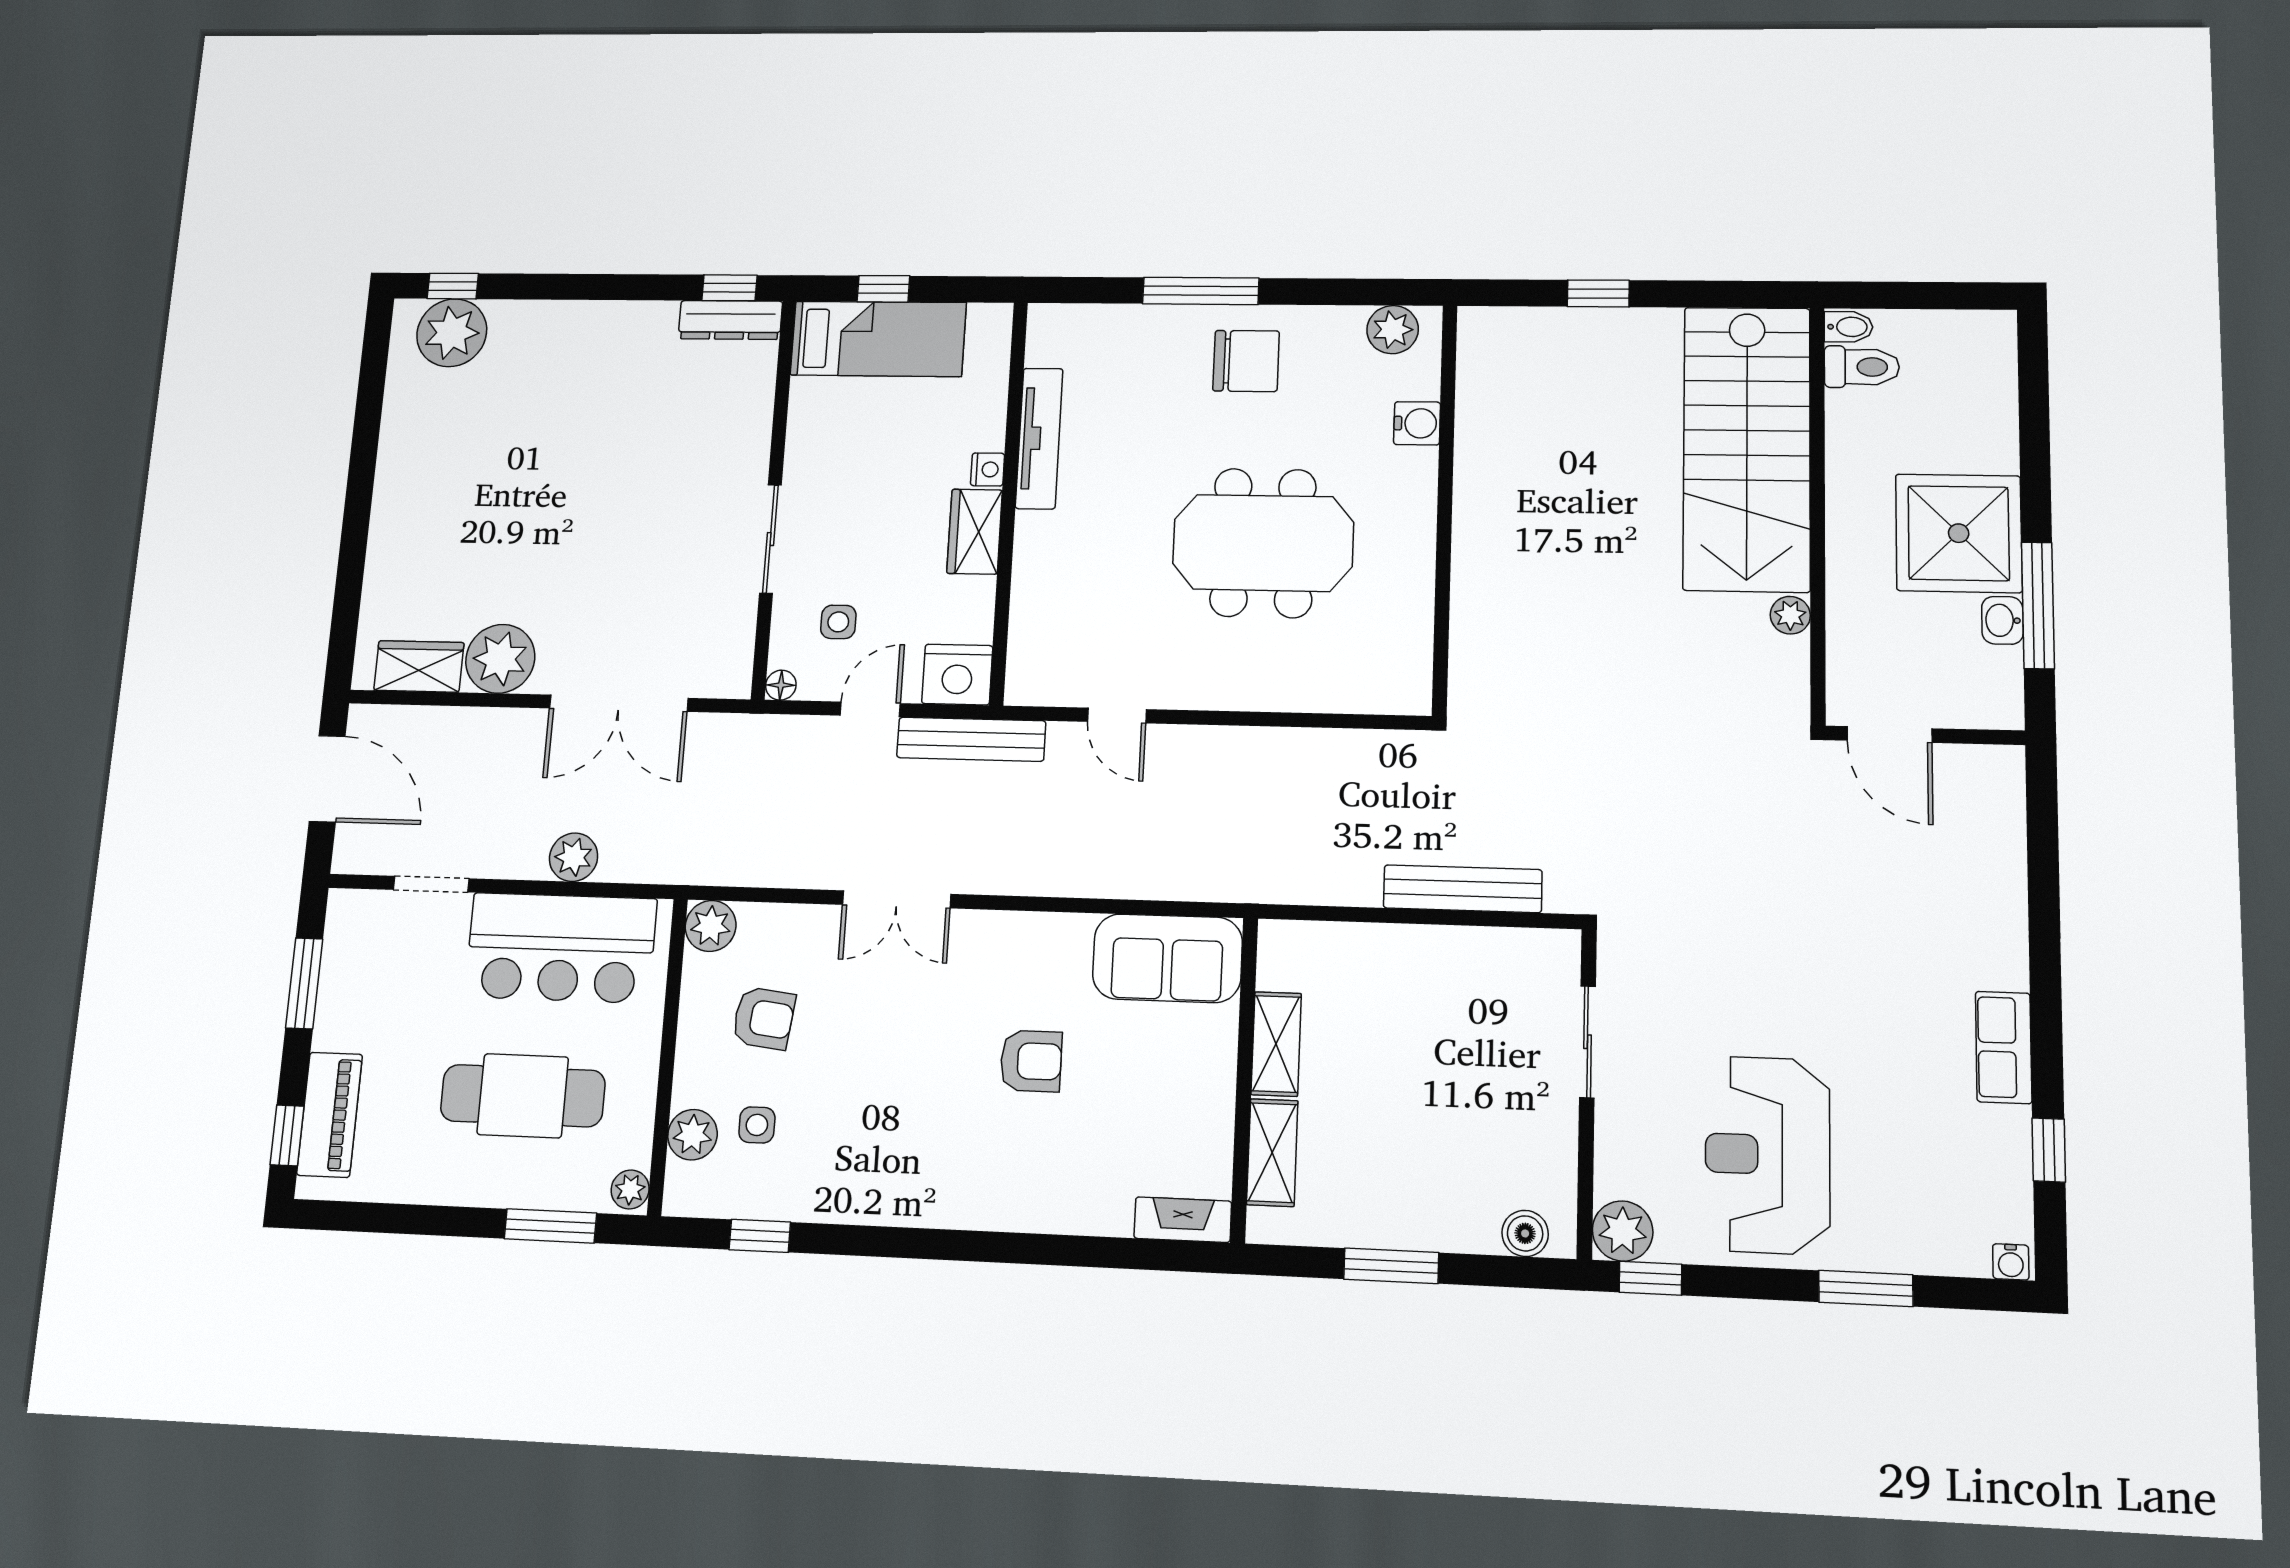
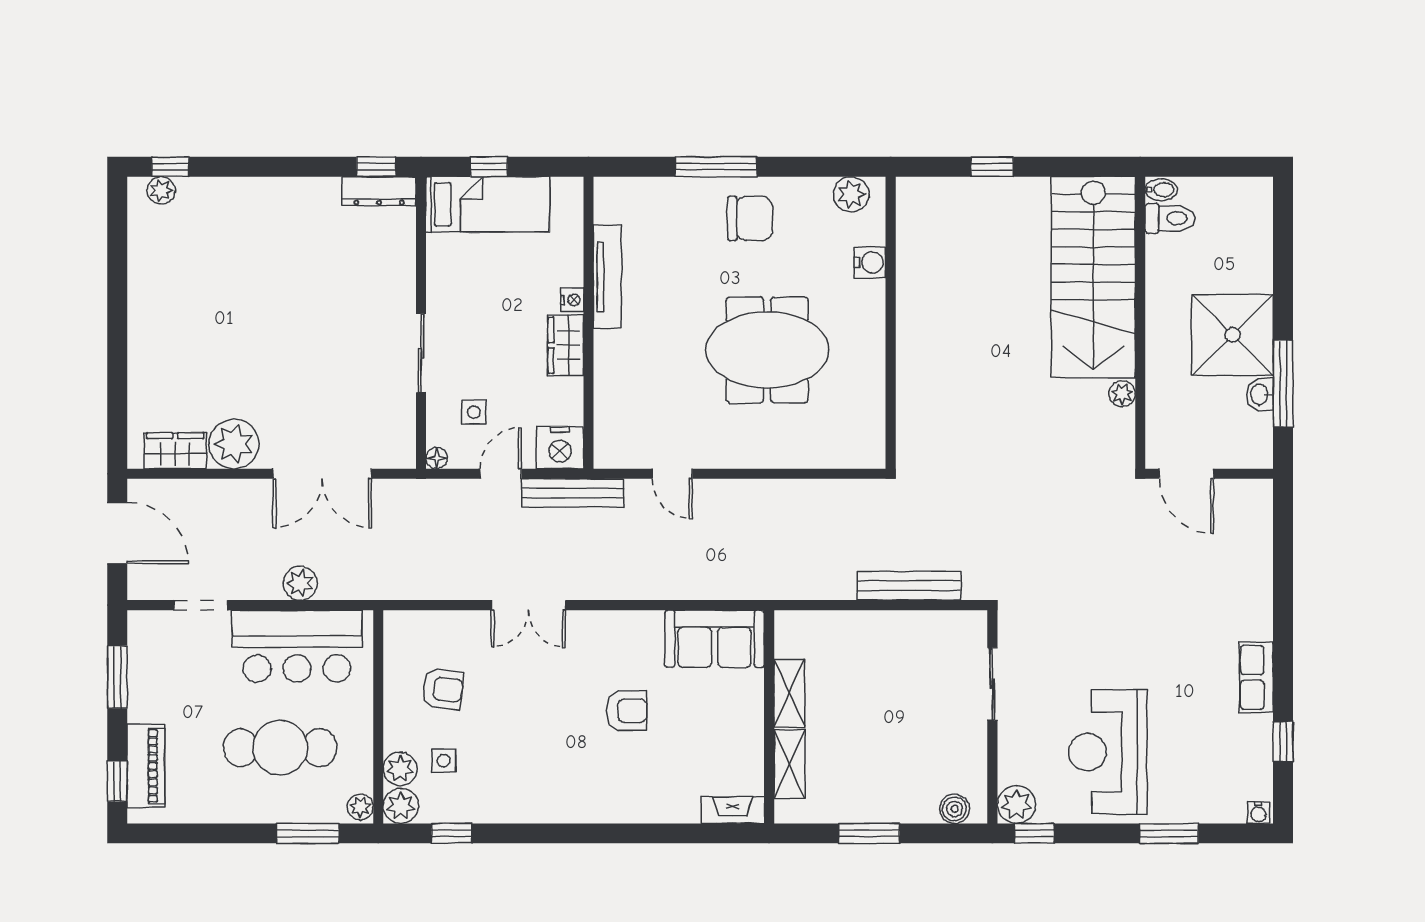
plant: (452, 333) -> (161, 190), width x0.53, depth x0.53
plant: (711, 926) -> (401, 806), moved

